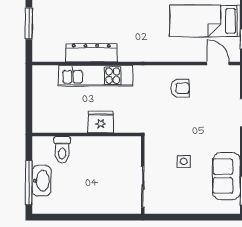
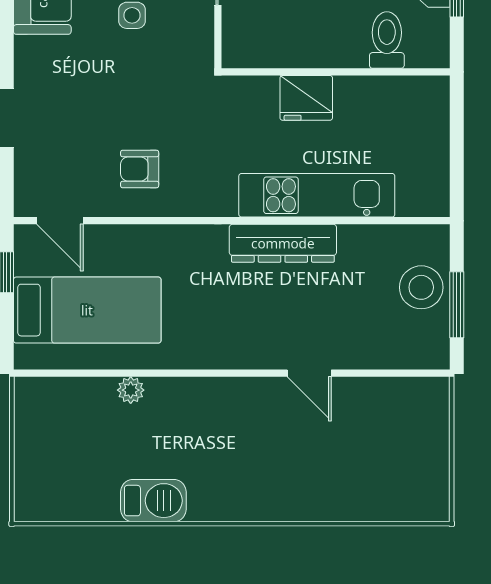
stool: (46, 32) -> (421, 287), added
dresser: (91, 53) -> (283, 243), moved

